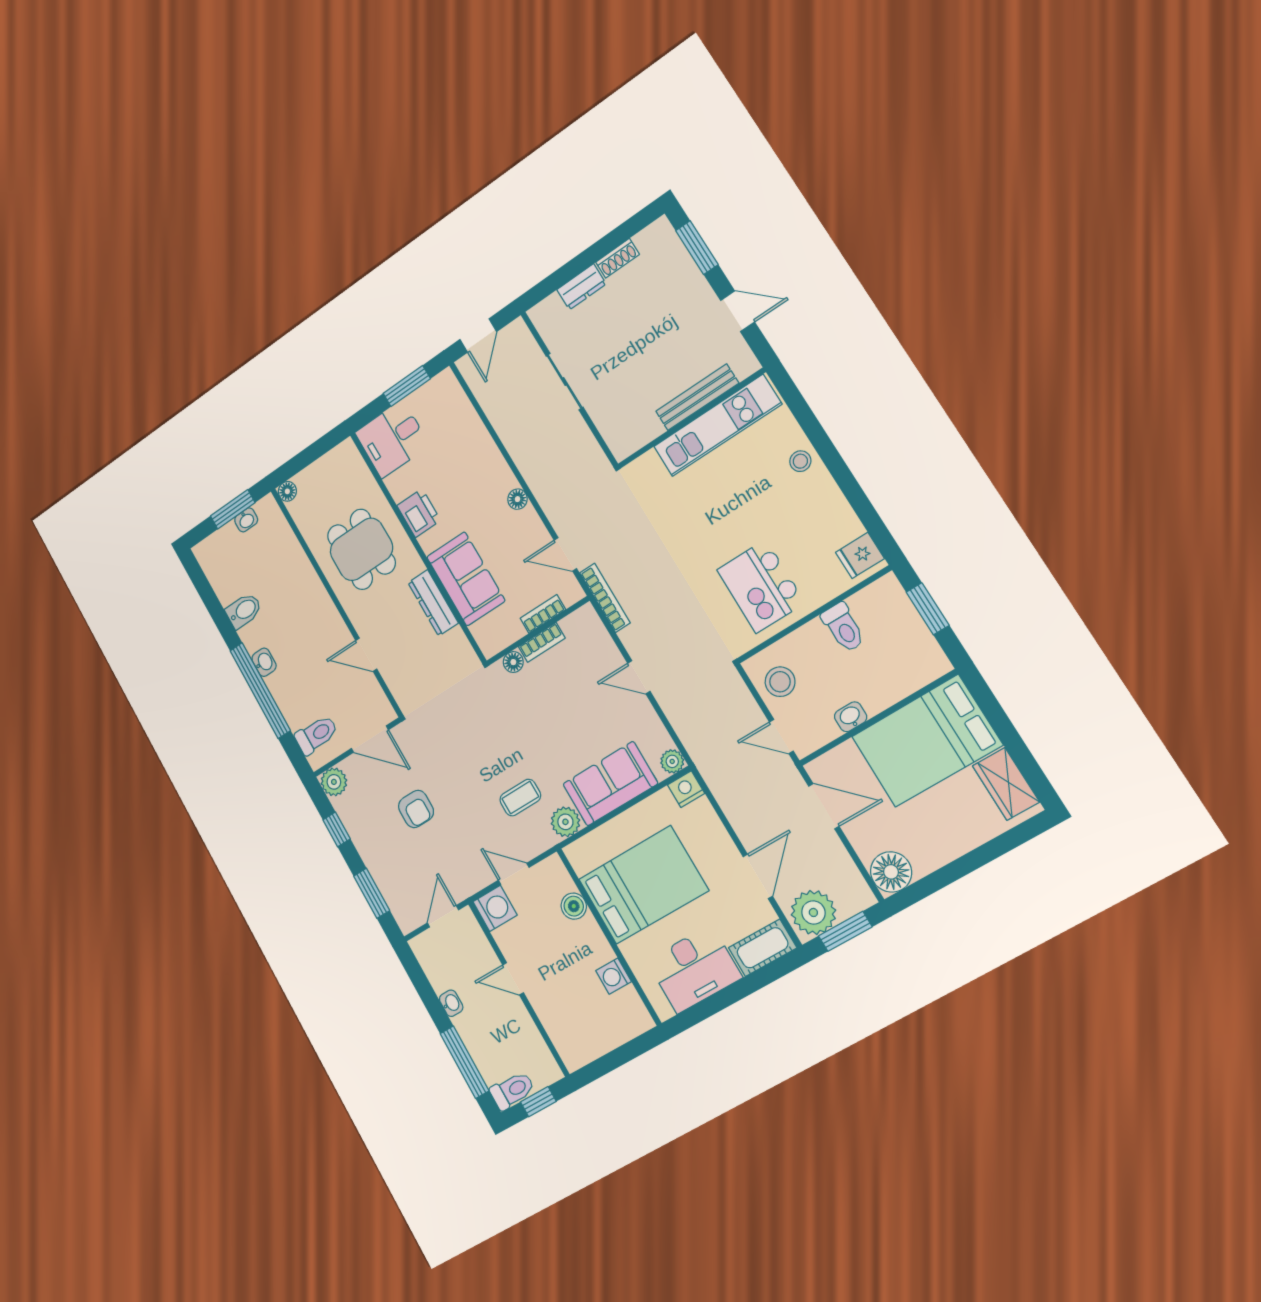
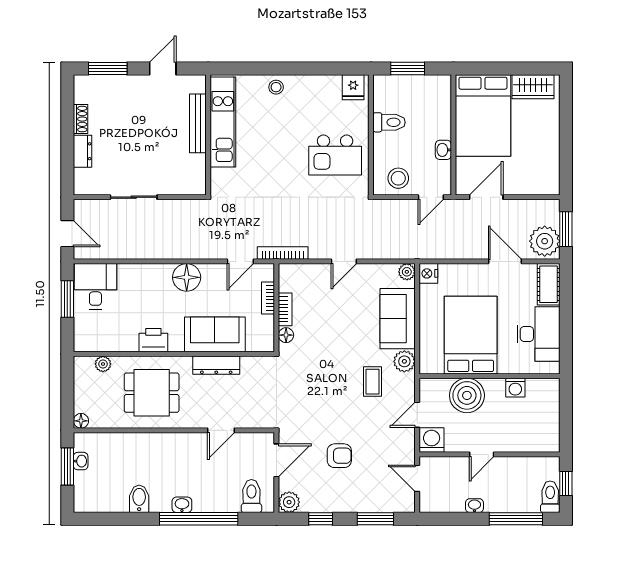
desk: (392, 439) -> (95, 286), moved, turned 180
plant: (360, 474) -> (103, 364), added
floor lamp: (517, 499) -> (187, 277), width x1.89, depth x1.89
floor lamp: (891, 872) -> (546, 182), removed
boiler: (574, 906) -> (467, 395), width x1.86, depth x1.86

